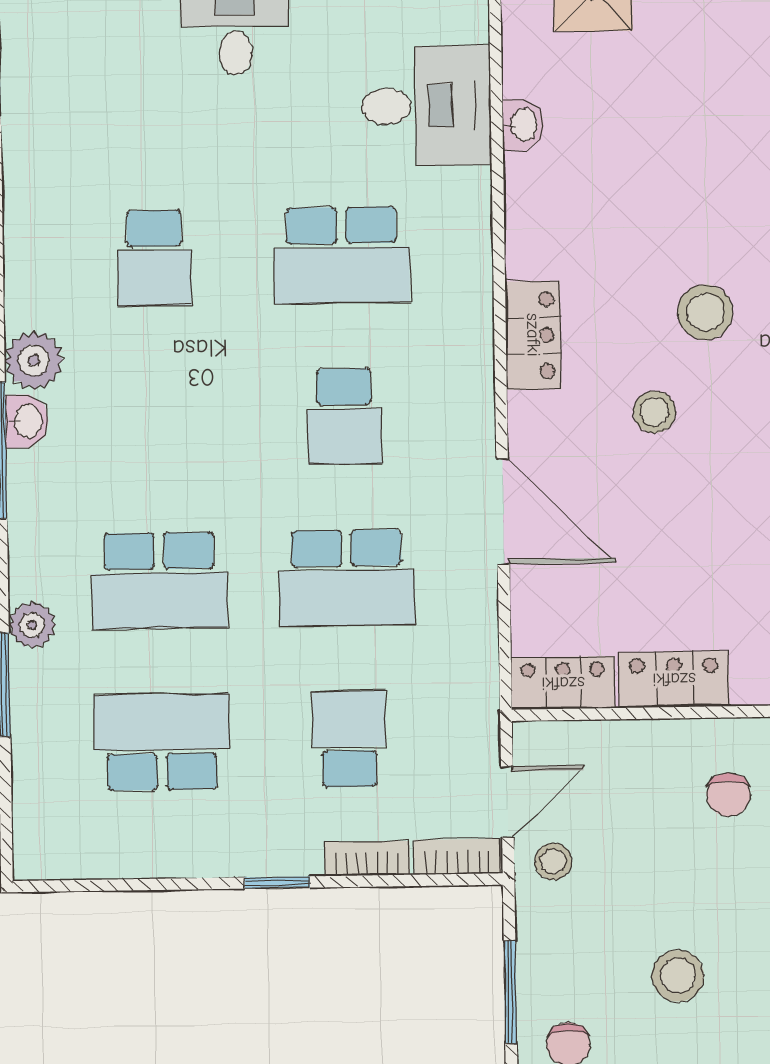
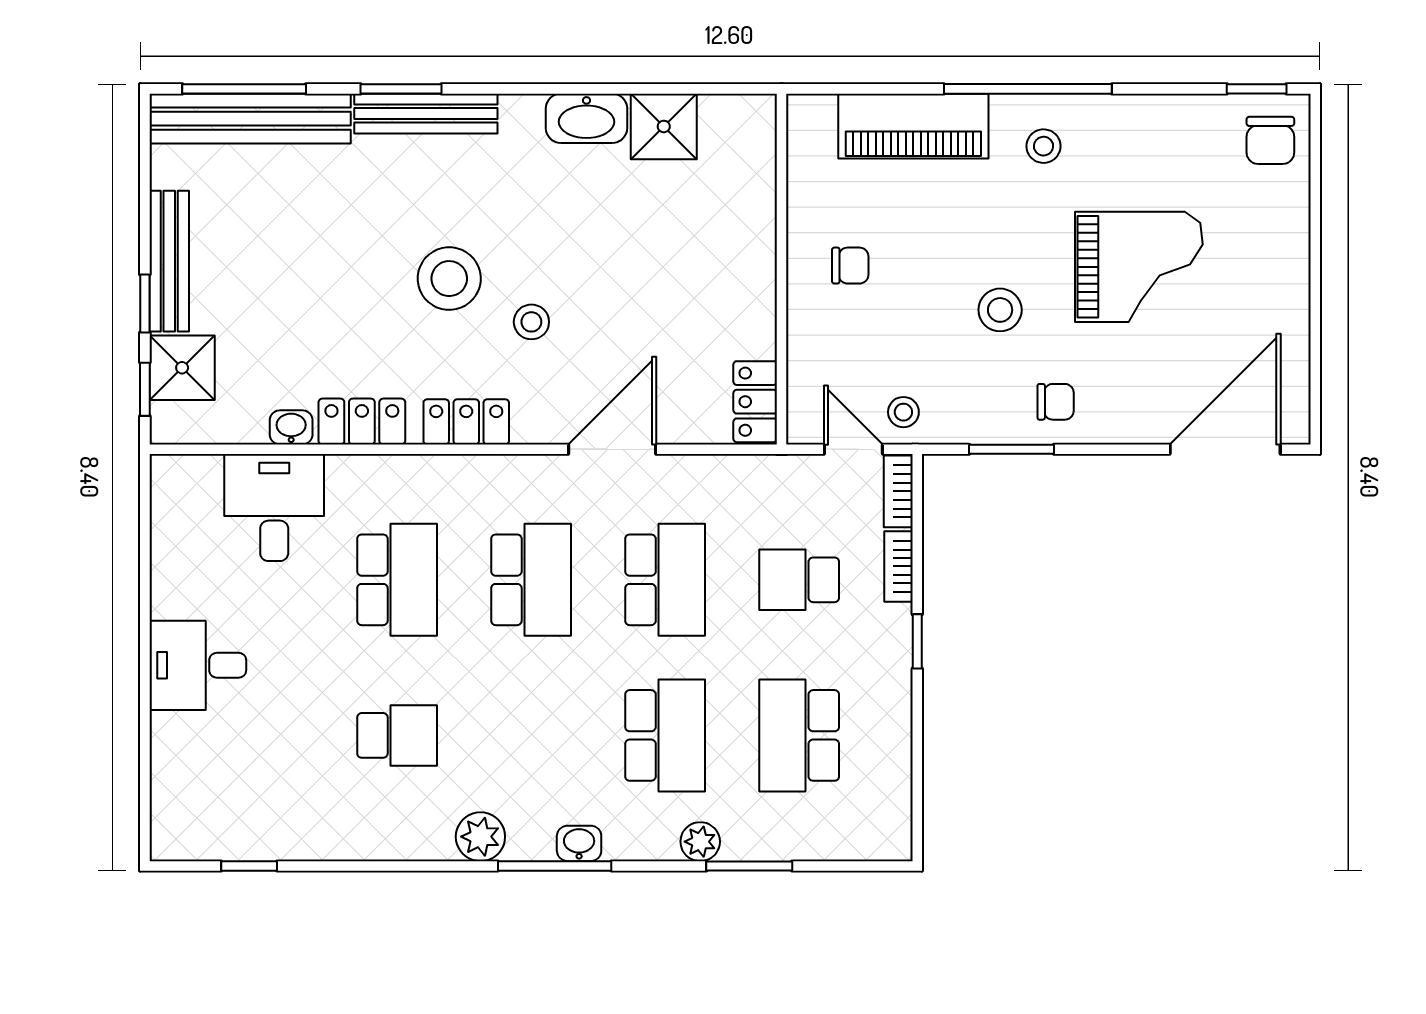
stool: (705, 312) -> (449, 279), width x1.38, depth x1.38
school desk: (344, 416) -> (531, 580), width x1.85
washbasin: (27, 421) -> (579, 843), moved
locker: (674, 679) -> (362, 422), moved, turned 90

